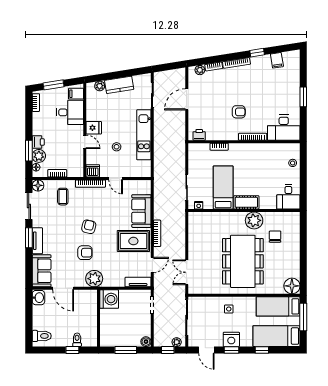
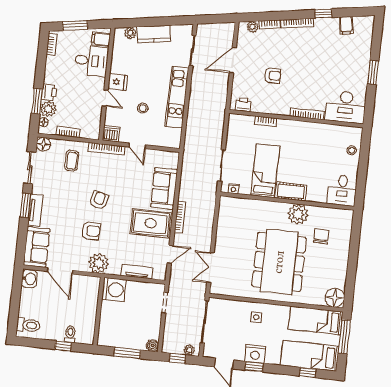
armchair: (239, 112) -> (273, 76), moved
tv unit: (138, 282) -> (137, 272), moved
window: (262, 350) -> (308, 373), moved

